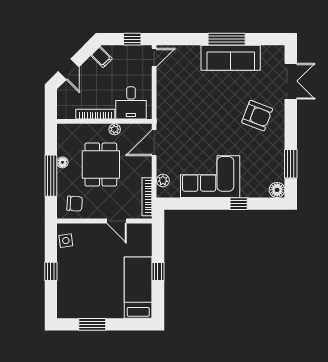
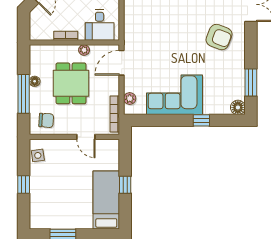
bookcase: (95, 114) -> (66, 36), width x0.64

